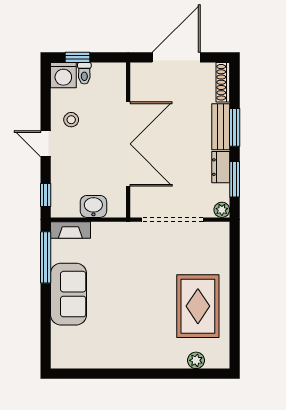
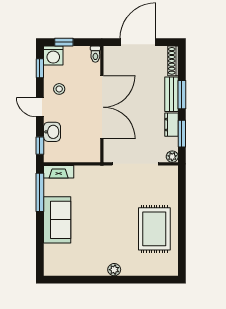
toilet: (84, 73) -> (95, 54), moved
window: (46, 92) -> (40, 68), added
washbasin: (93, 206) -> (52, 132), moved, turned 90
plant: (196, 360) -> (114, 270), moved

